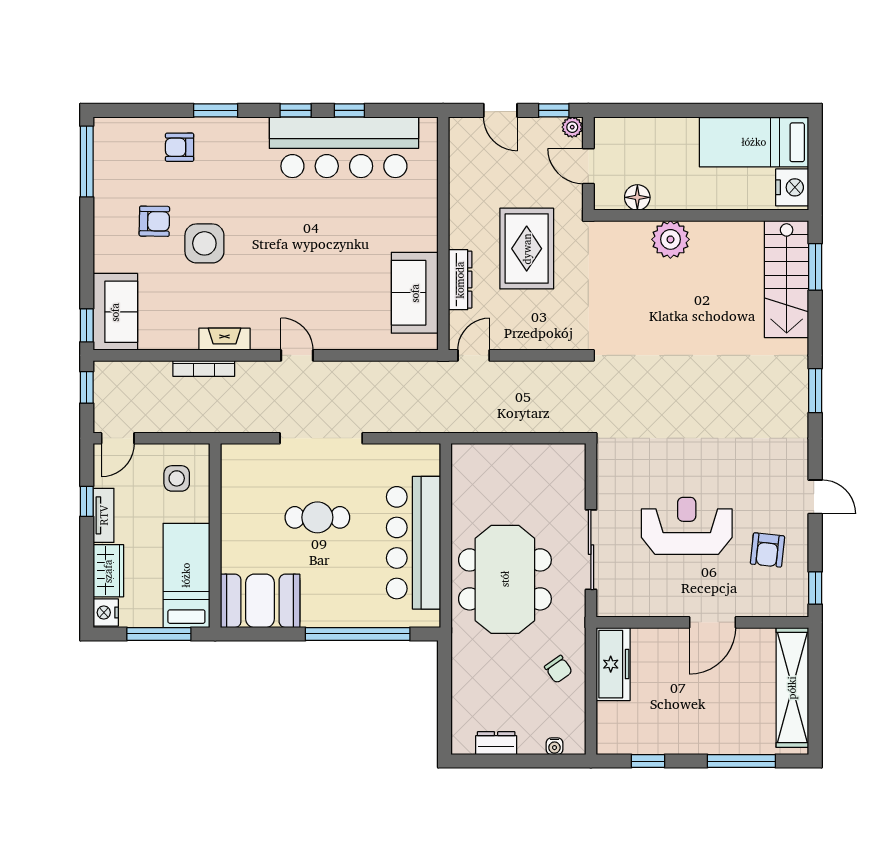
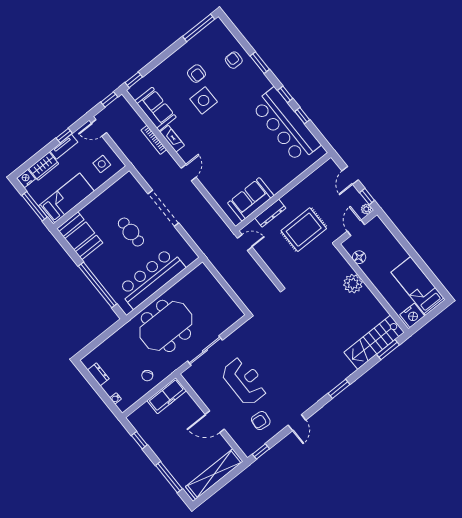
sofa: (115, 312) -> (156, 109), moved, turned -90

